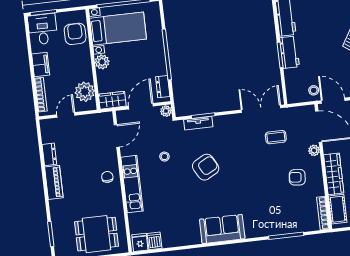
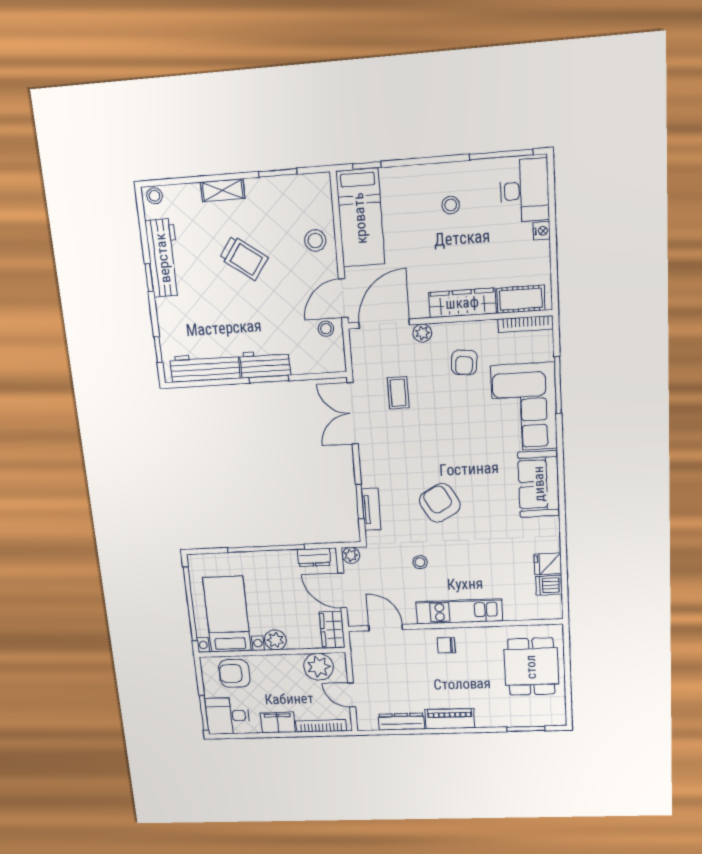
dresser: (49, 154) -> (401, 722), width x1.44
corner sofa: (271, 216) -> (524, 407), added
fridge: (140, 242) -> (548, 564), moved

